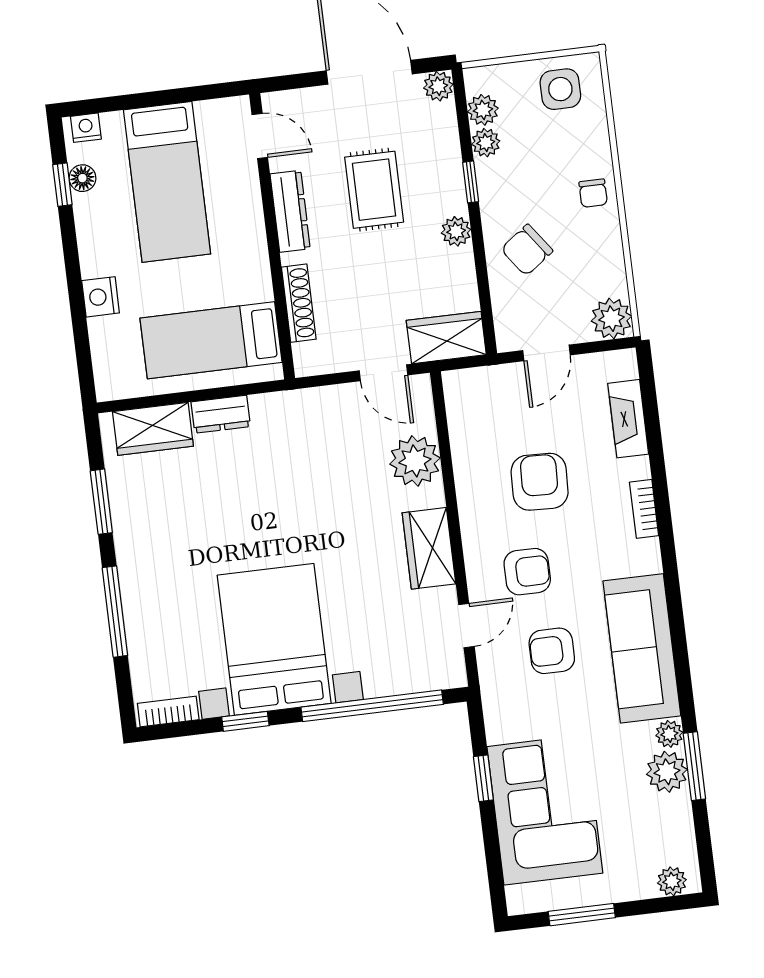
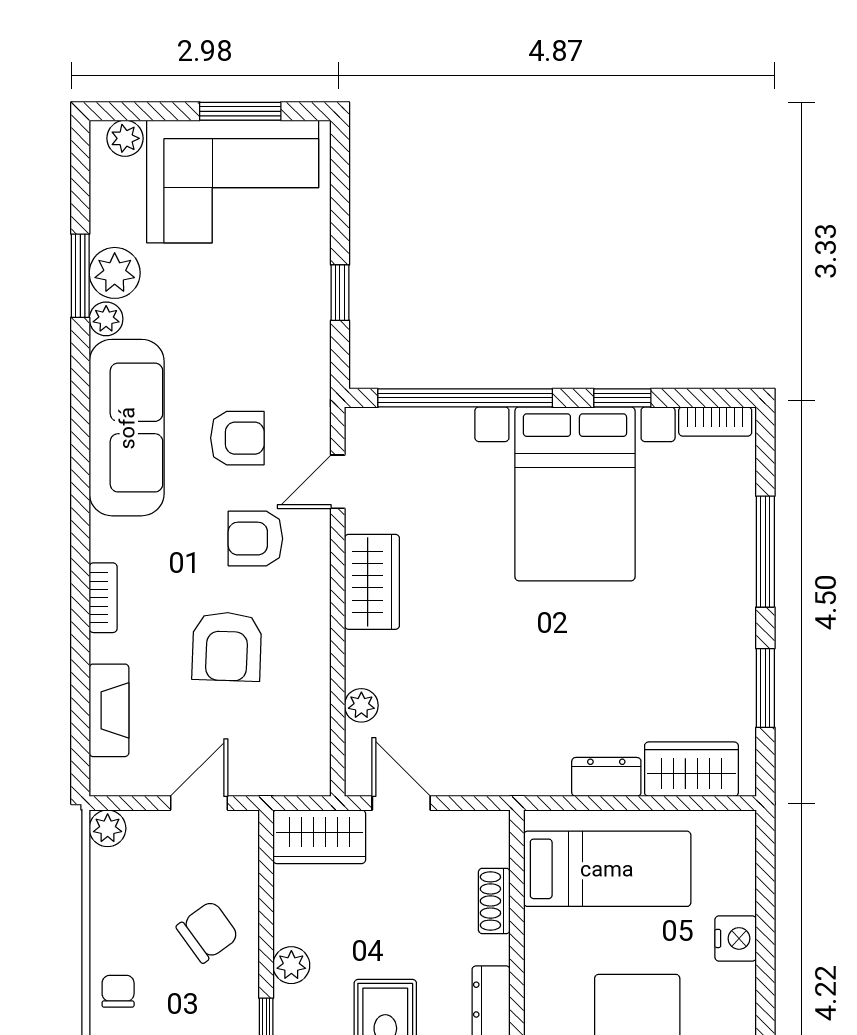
shoe rack: (299, 303) -> (494, 901), width x0.70
plant: (612, 319) -> (108, 828), width x0.73, depth x0.73
plant: (415, 461) -> (361, 705), width x0.53, depth x0.53
corner sofa: (545, 810) -> (233, 182), moved, turned -90

